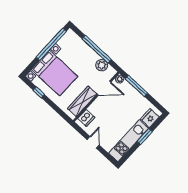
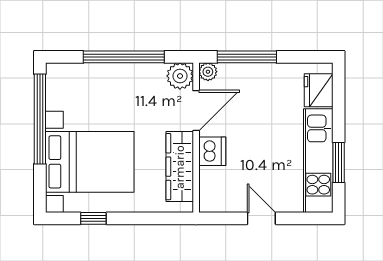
plant: (102, 65) -> (180, 76), moved
dishwasher: (86, 118) -> (212, 151), moved
window: (145, 137) -> (339, 162), moved

